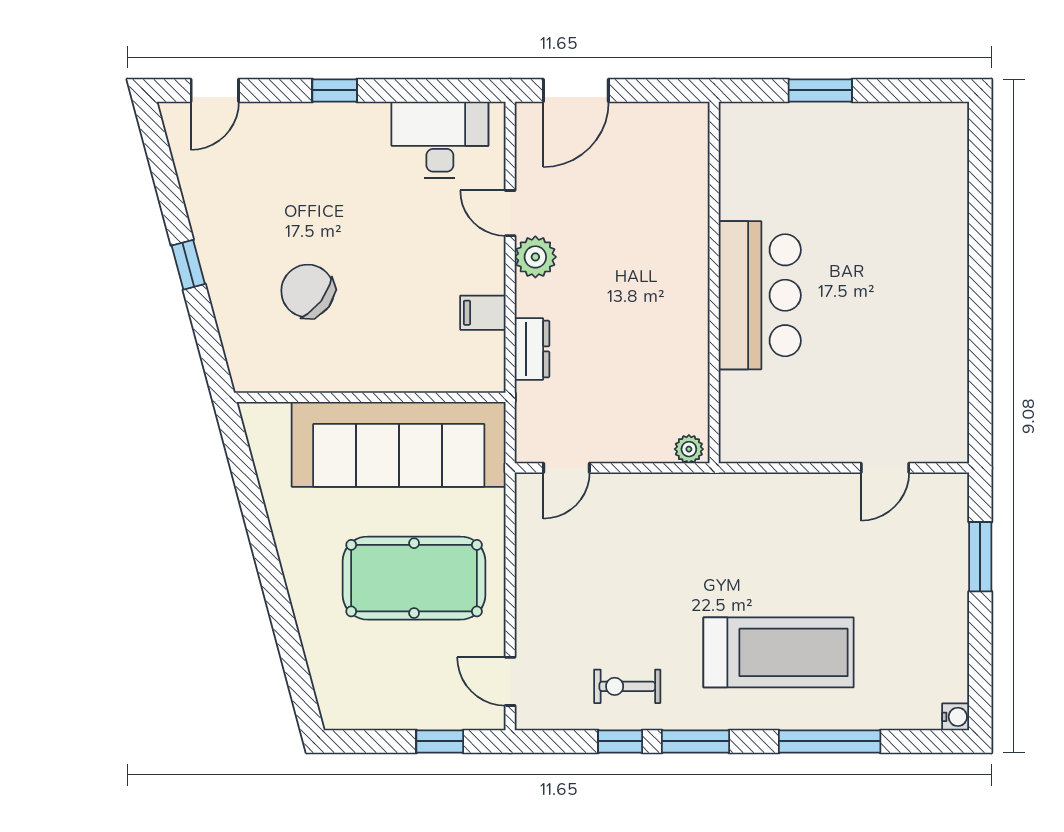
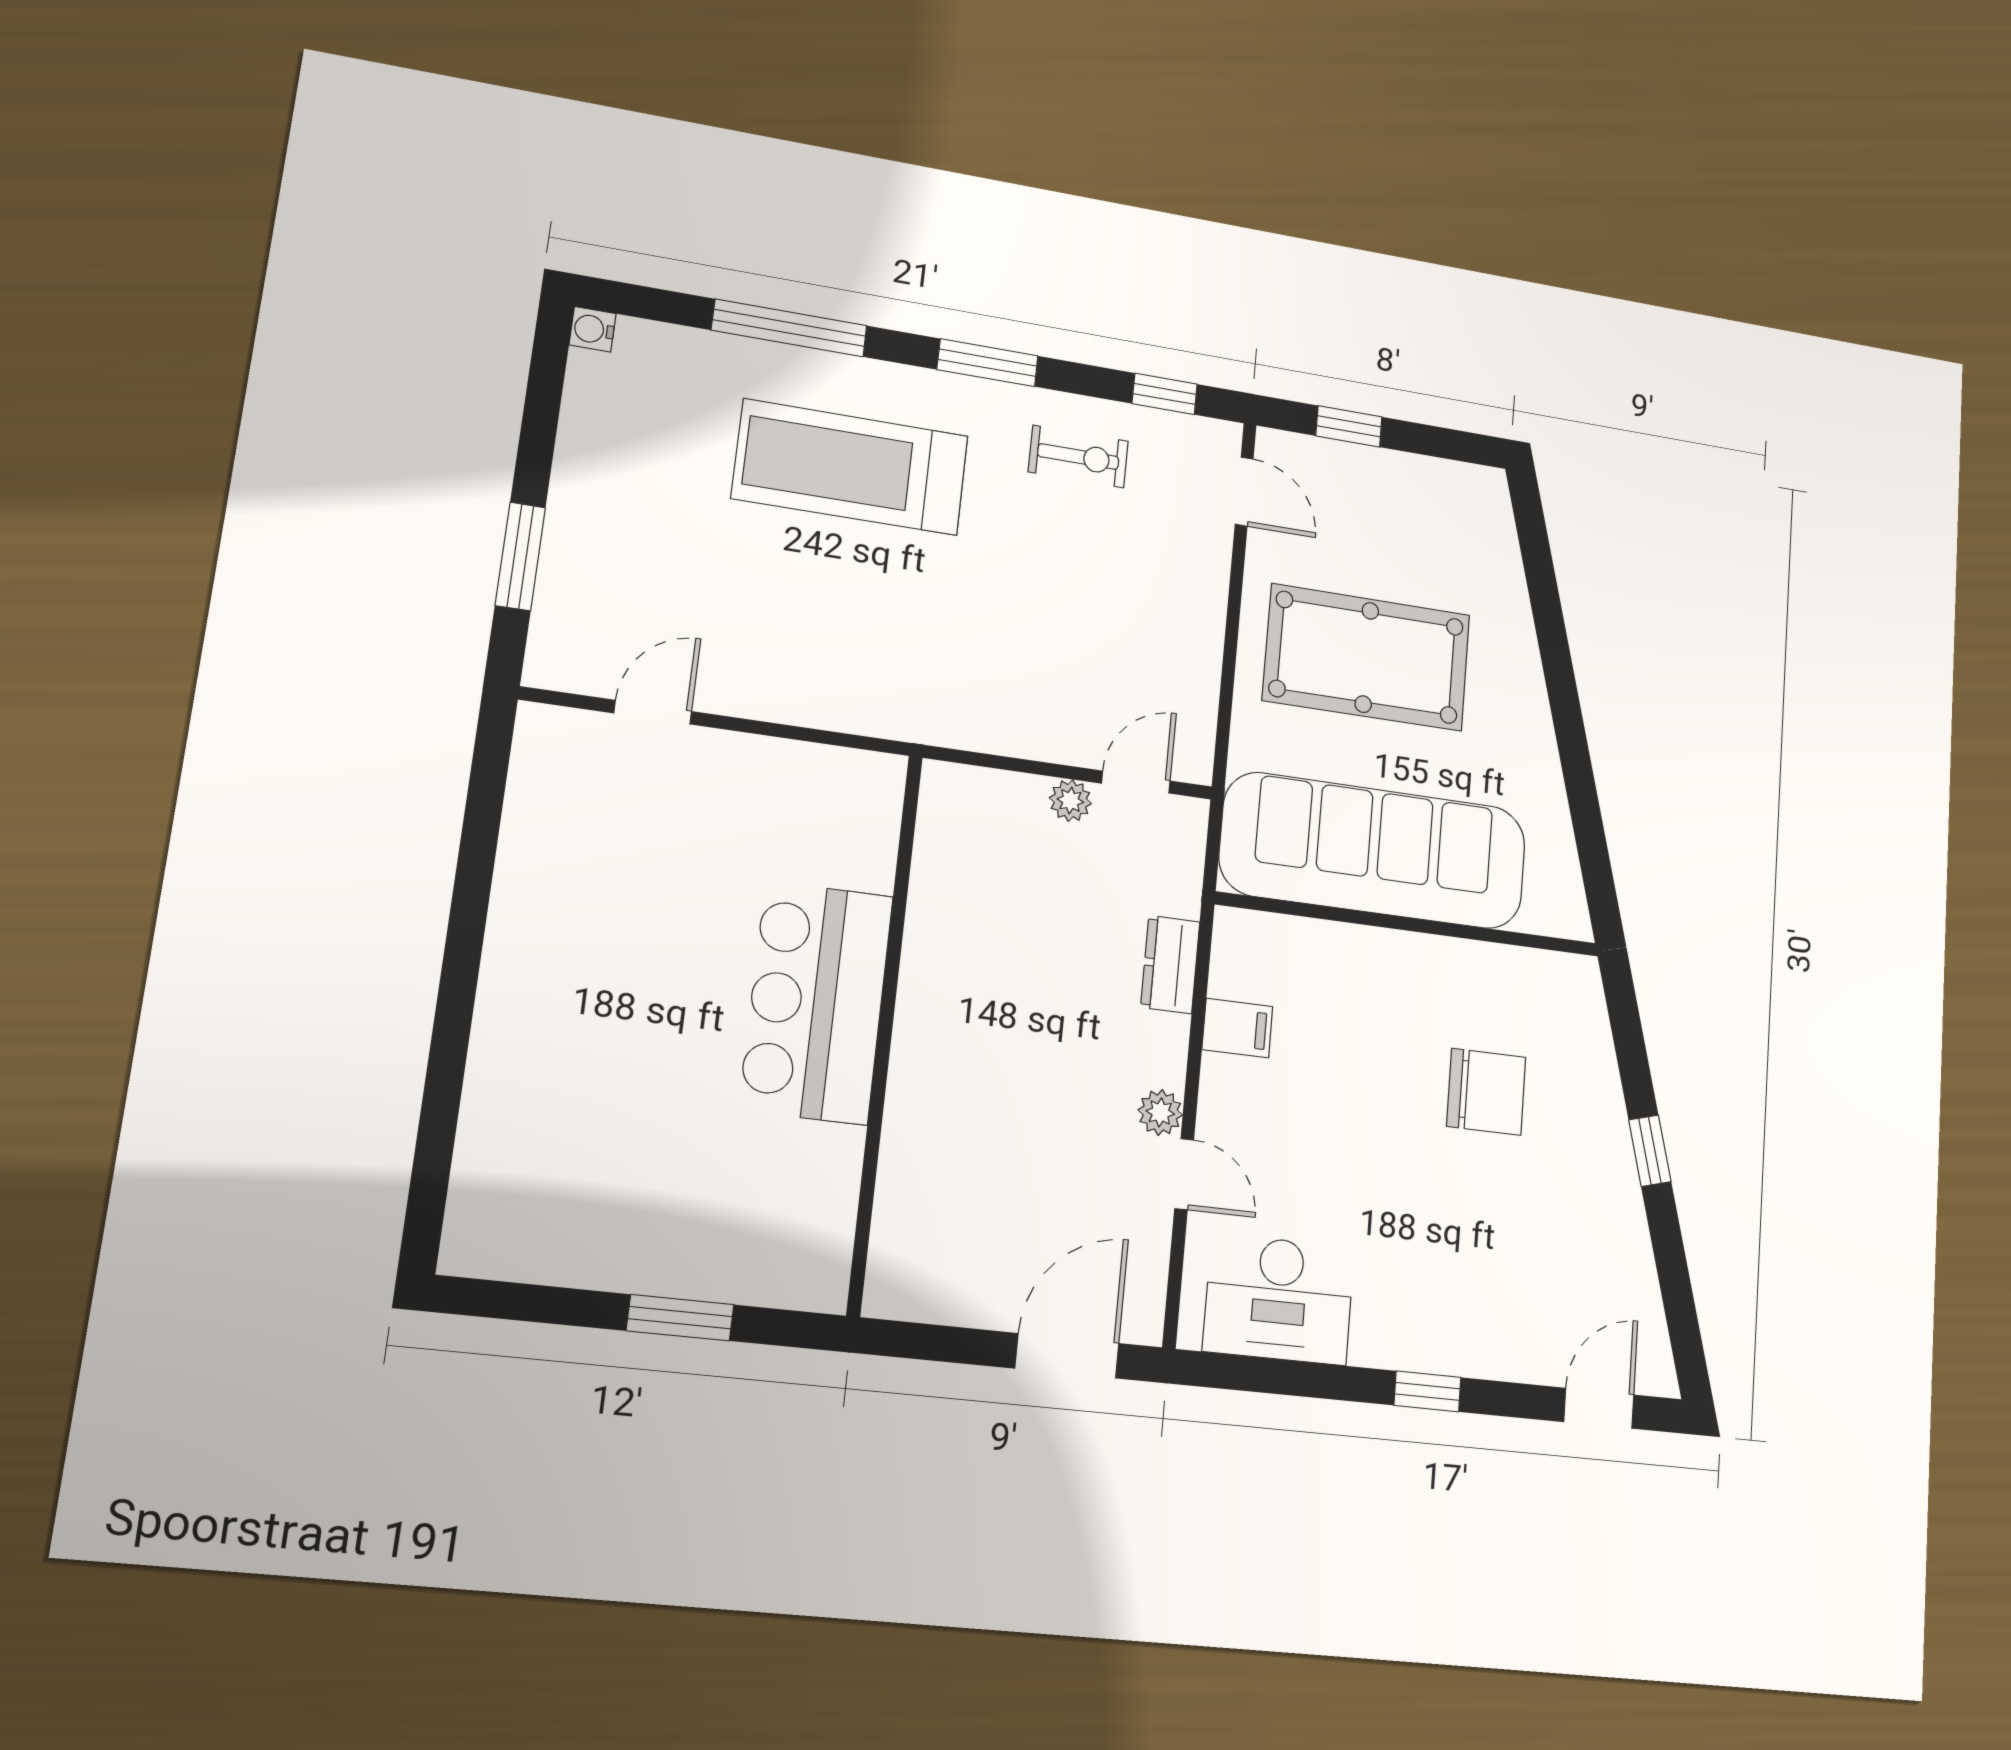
plant: (535, 257) -> (1160, 1112), width x0.73, depth x0.73
chair: (308, 291) -> (1486, 1092), turned -37
plant: (689, 449) -> (1070, 801), moved
window: (620, 741) -> (1165, 394), moved

